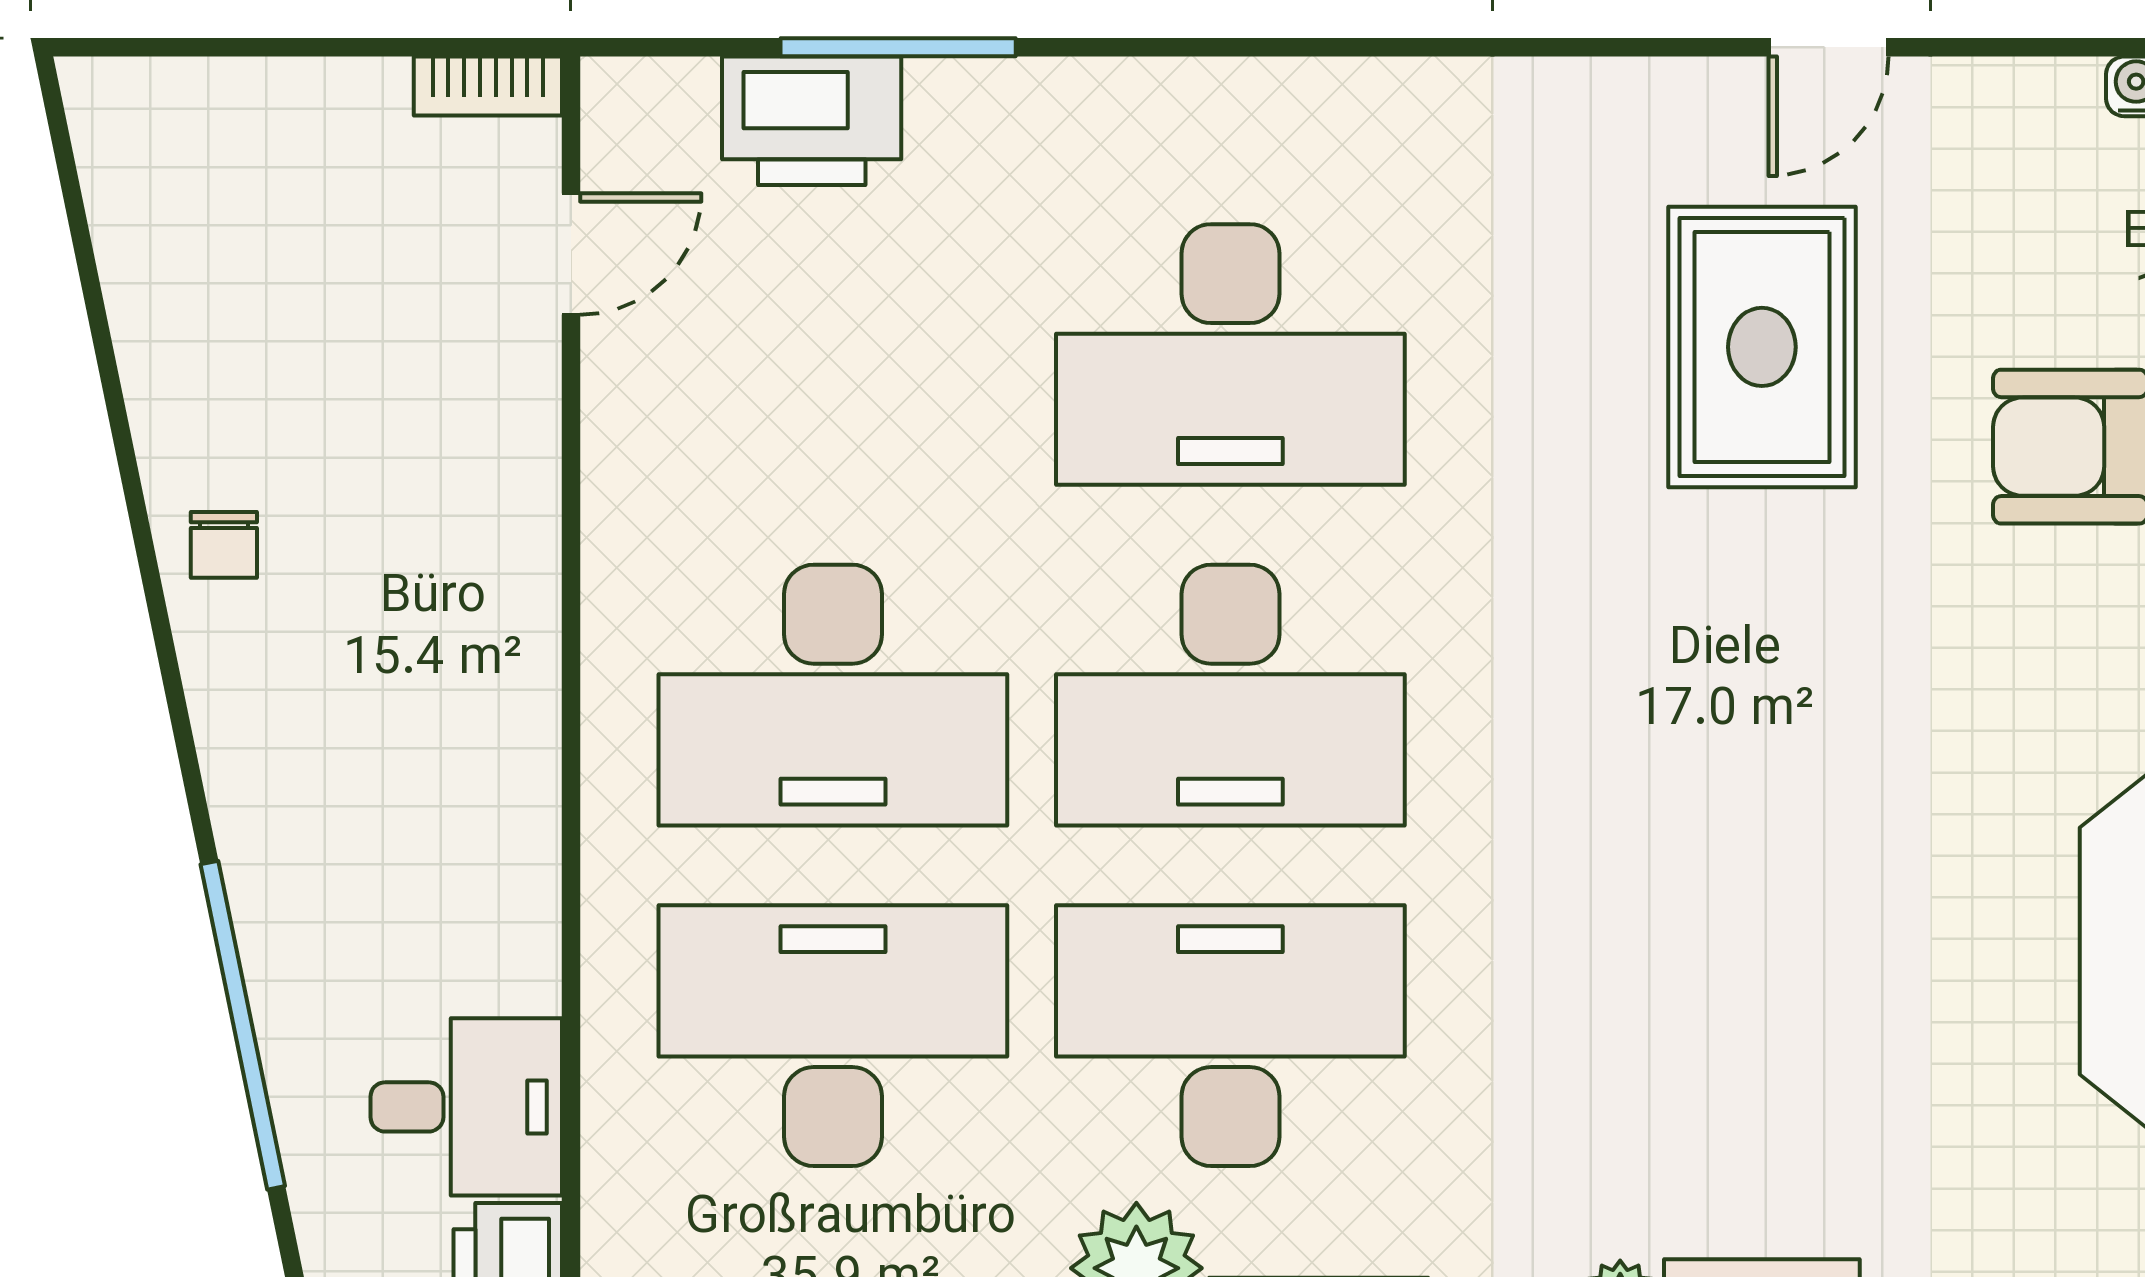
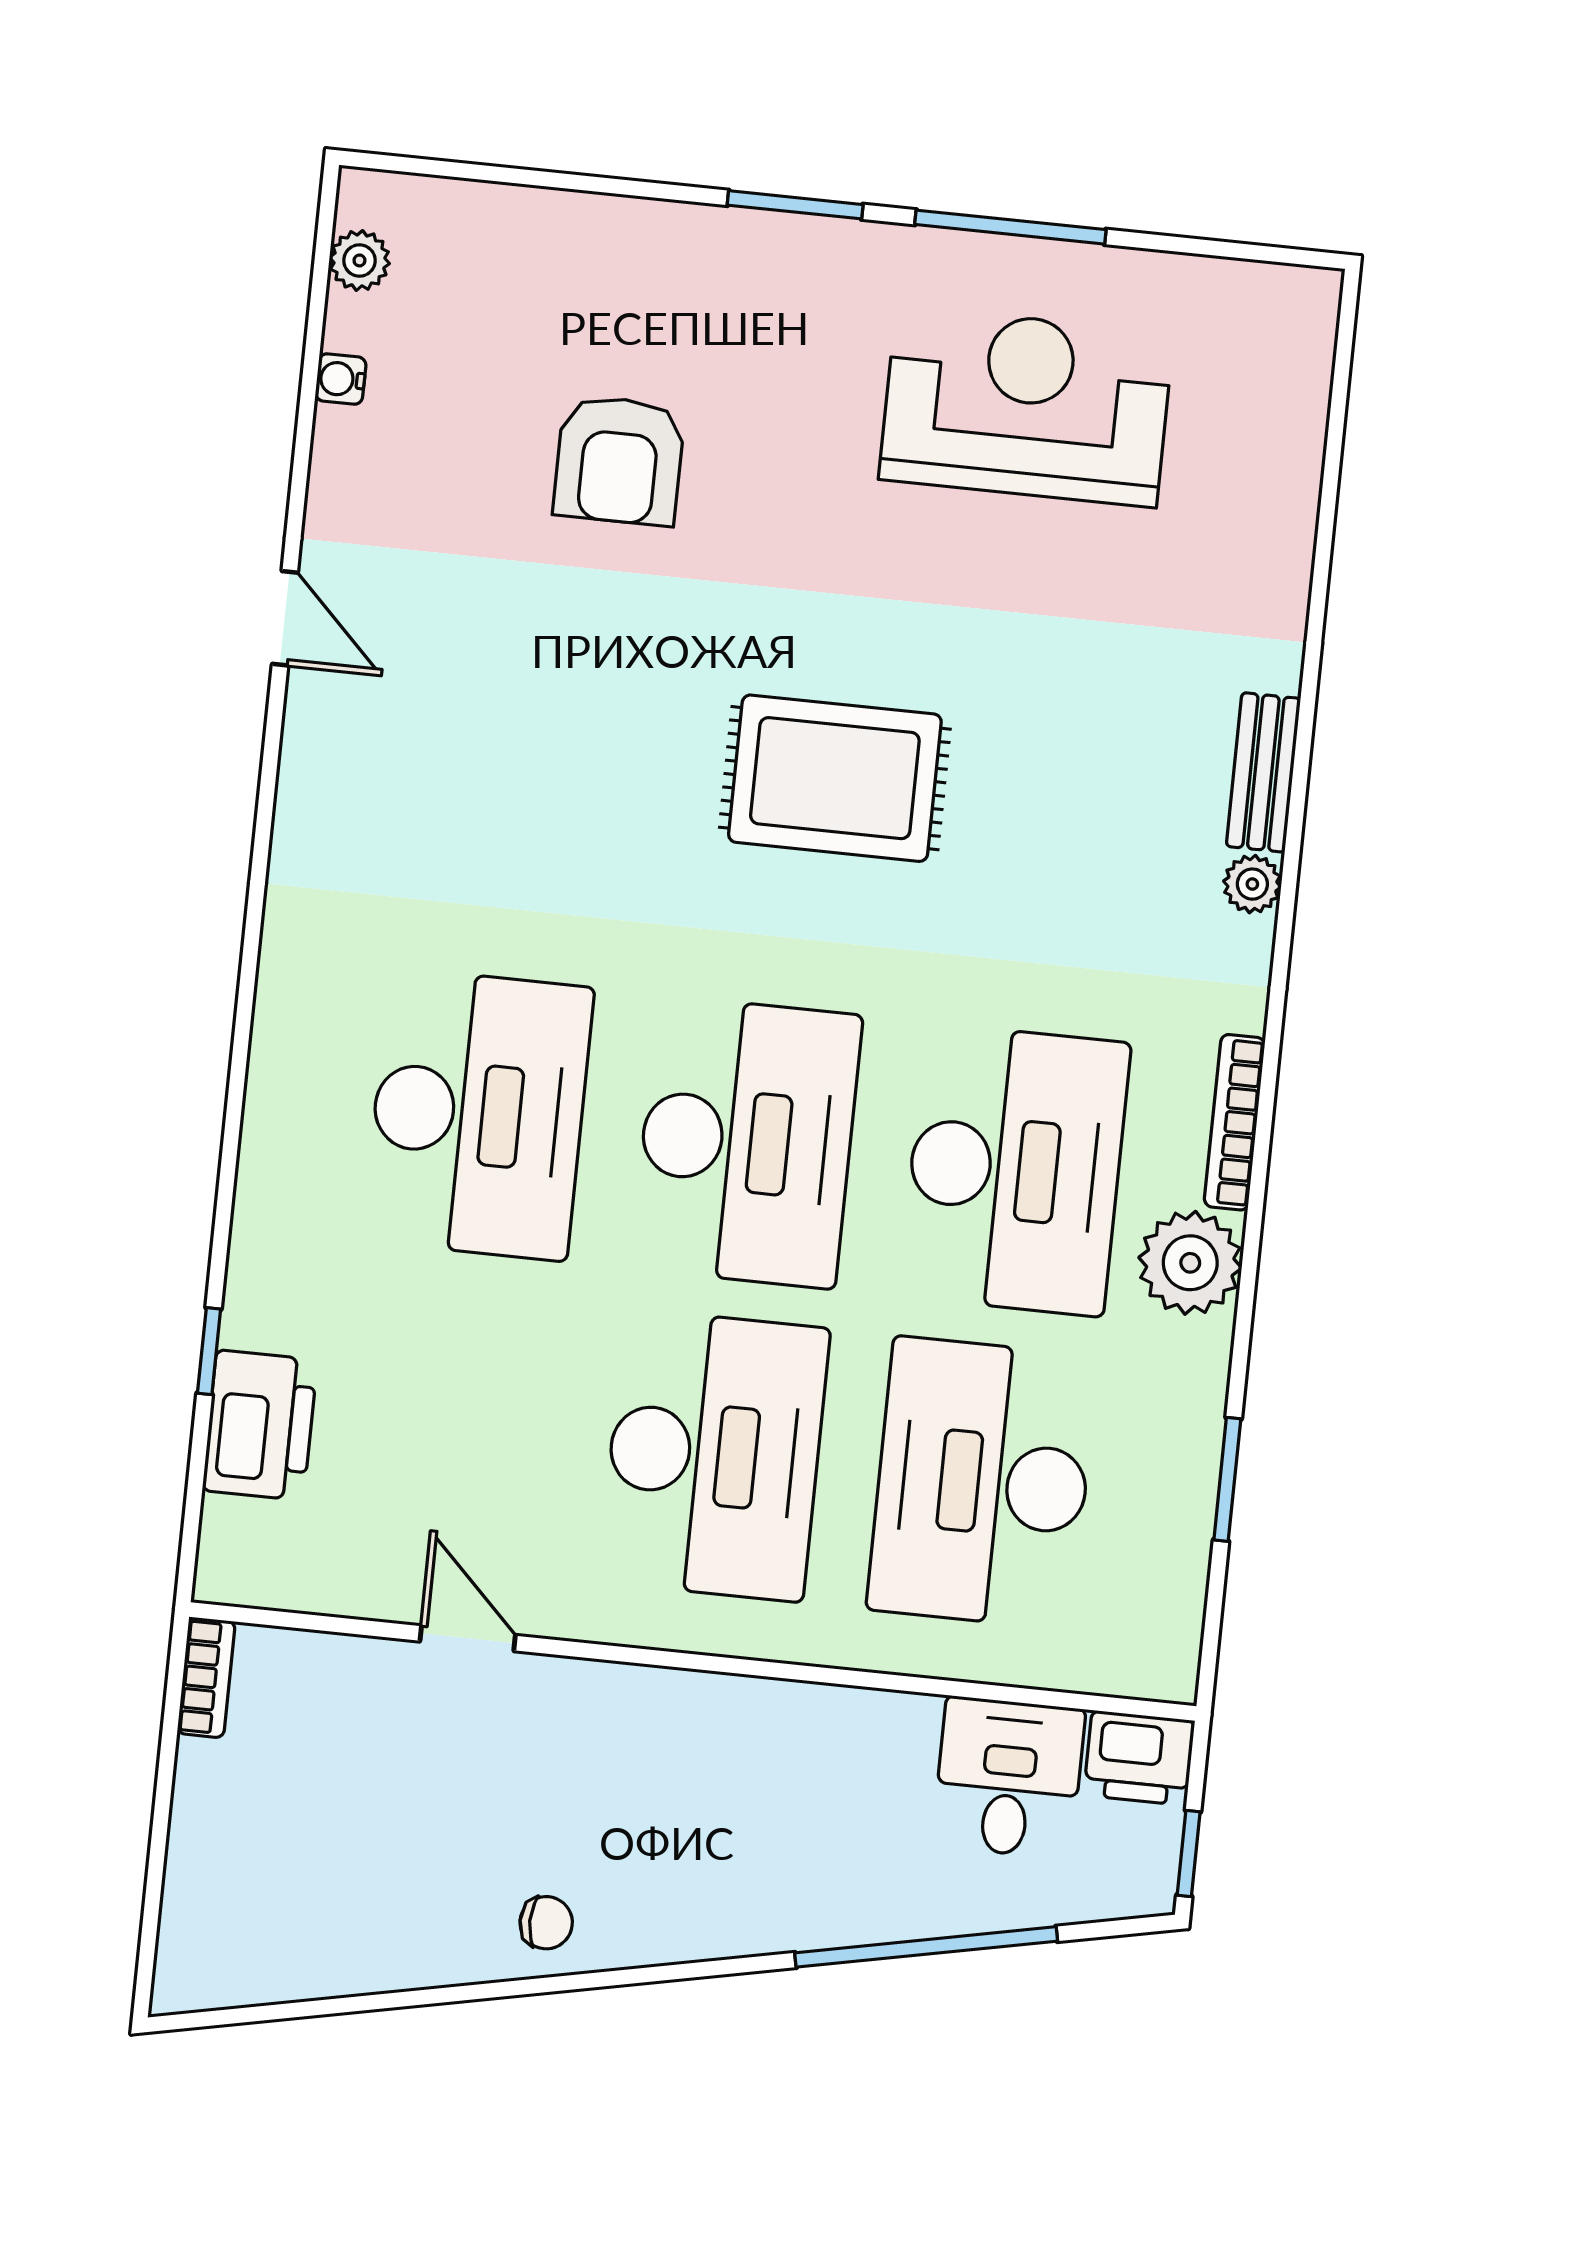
window: (898, 47) -> (209, 1351), width x0.46
door: (571, 254) -> (468, 1638), moved
rug: (1762, 347) -> (835, 778), moved
desk: (1230, 1036) -> (1015, 1170), turned 180

